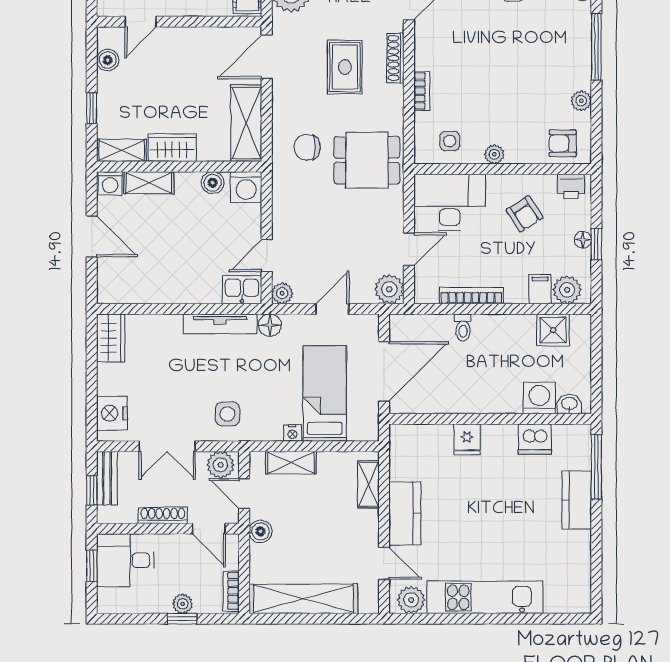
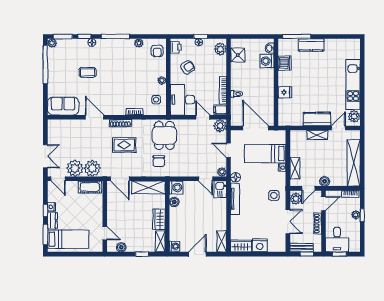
shelving: (149, 183) -> (222, 241), moved
filing cabinet: (540, 289) -> (220, 110), moved
nightstand: (112, 413) -> (260, 245), moved
shelving: (368, 484) -> (317, 135), moved

